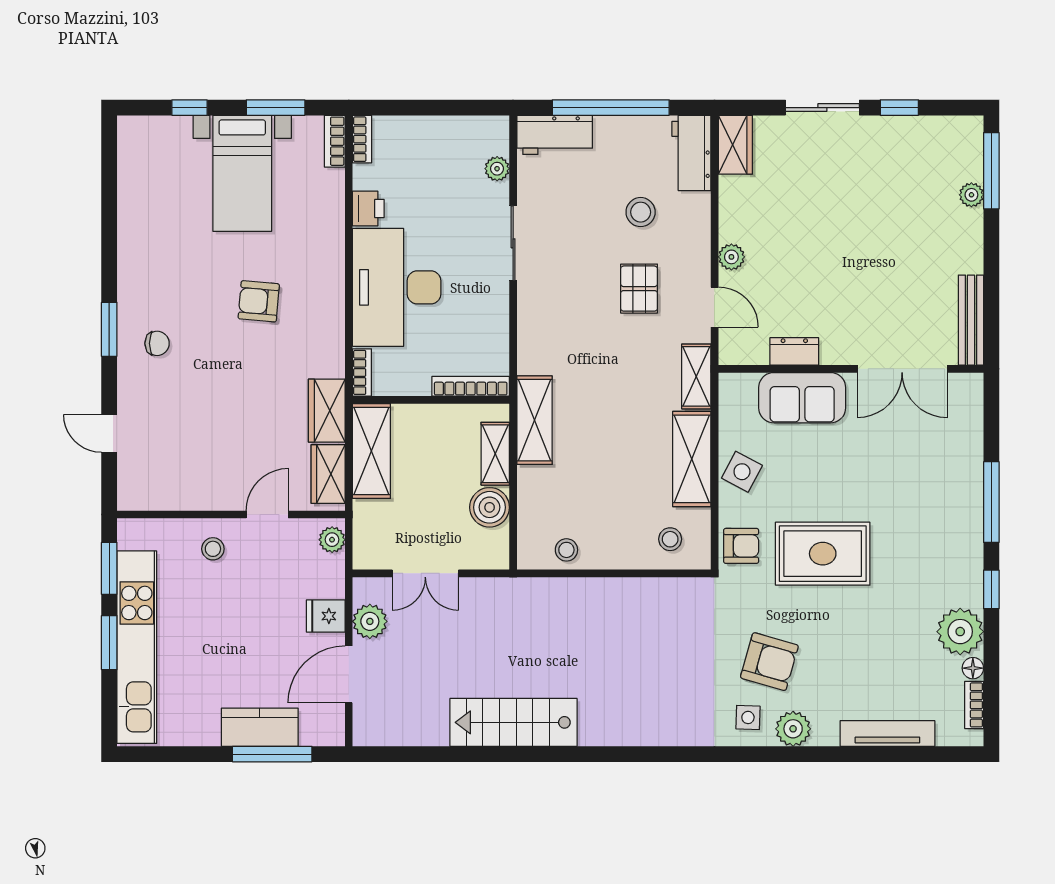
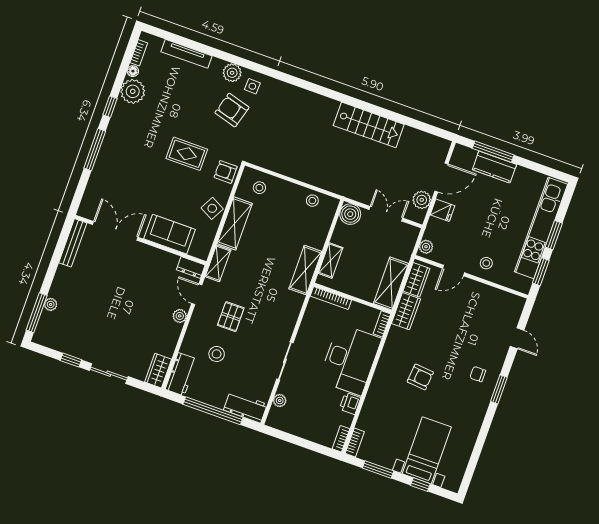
bed with nightstands: (242, 173) -> (427, 450), moved
dresser: (794, 351) -> (191, 267), moved
boiler: (490, 507) -> (350, 214), moved
rug: (823, 554) -> (187, 154), width x0.73, depth x0.70

